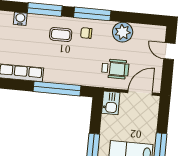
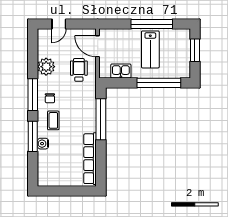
water cooler: (20, 19) -> (43, 144), moved
kitchen sink: (111, 103) -> (121, 71), moved

